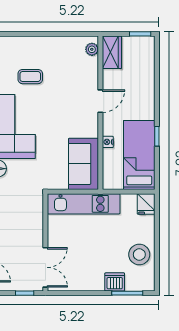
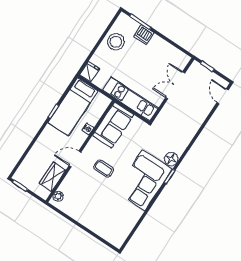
wardrobe: (112, 52) -> (52, 177), moved
coffee table: (30, 77) -> (104, 168), moved
double door: (45, 267) -> (175, 85), moved

